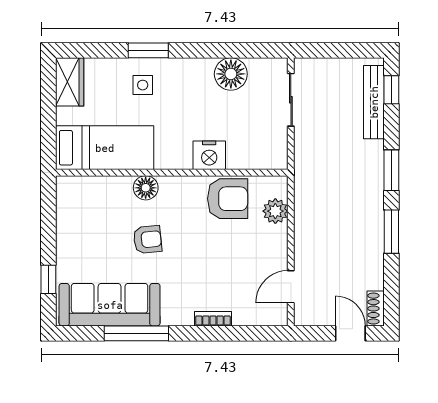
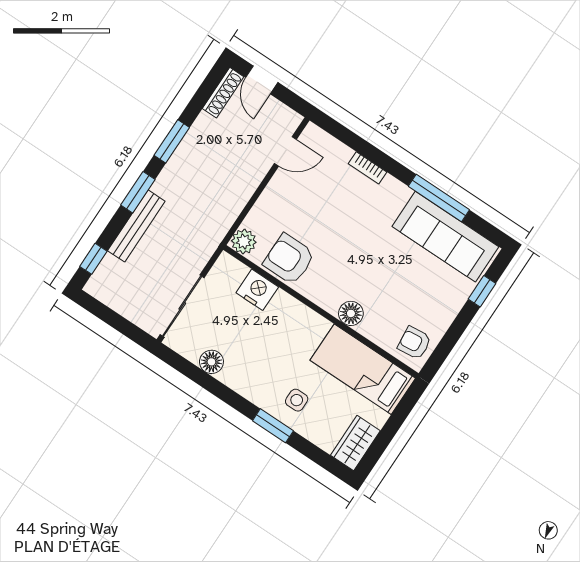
floor lamp: (231, 74) -> (211, 362), width x0.73, depth x0.73
sliding door: (291, 100) -> (182, 306), width x1.37
bench: (374, 102) -> (136, 226), moved
nightstand: (209, 155) -> (257, 290), moved
plant: (275, 211) -> (244, 242), moved
armchair: (148, 240) -> (414, 343), moved
shoe rack: (376, 309) -> (223, 93), width x1.43

